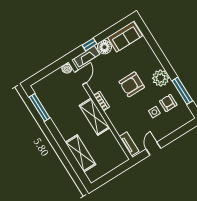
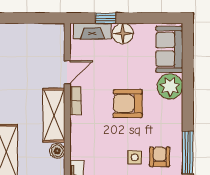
sofa: (125, 37) -> (169, 49), moved, turned 90
boiler: (67, 68) -> (57, 151), moved
door: (80, 77) -> (67, 72), moved
plant: (161, 78) -> (170, 86), moved

